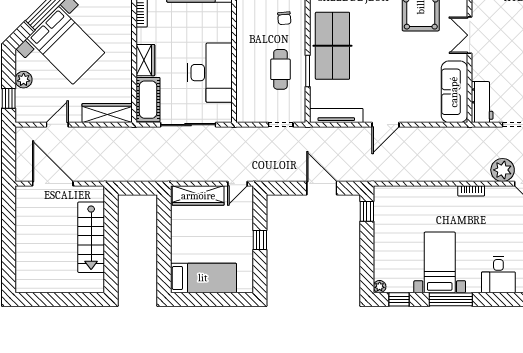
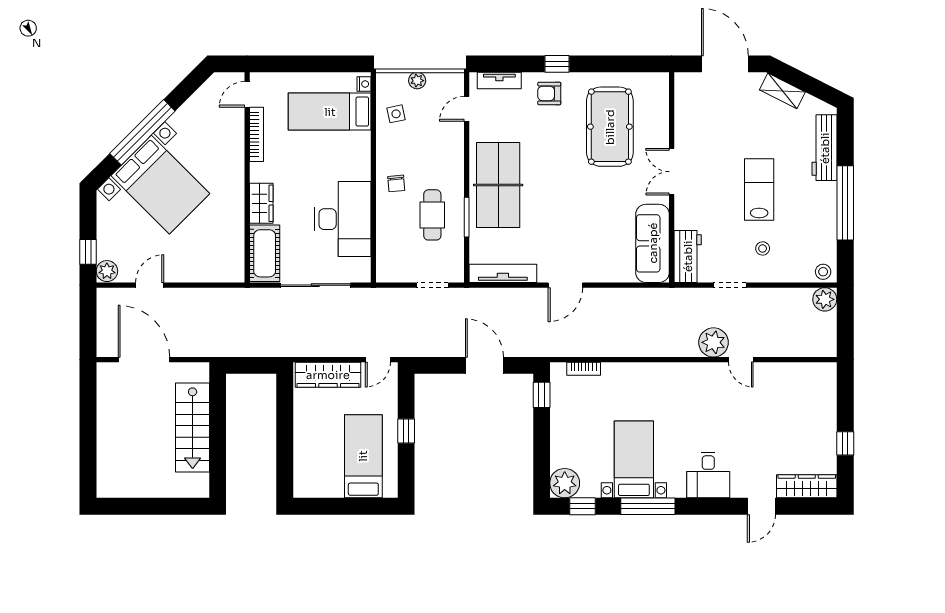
chair: (284, 18) -> (396, 183), moved
plant: (24, 80) -> (107, 271), moved
wardrobe: (107, 113) -> (213, 270), removed
bookcase: (471, 191) -> (584, 369), moved
bed: (203, 278) -> (363, 456), moved, turned -90
plant: (380, 287) -> (565, 483), width x1.88, depth x1.88

